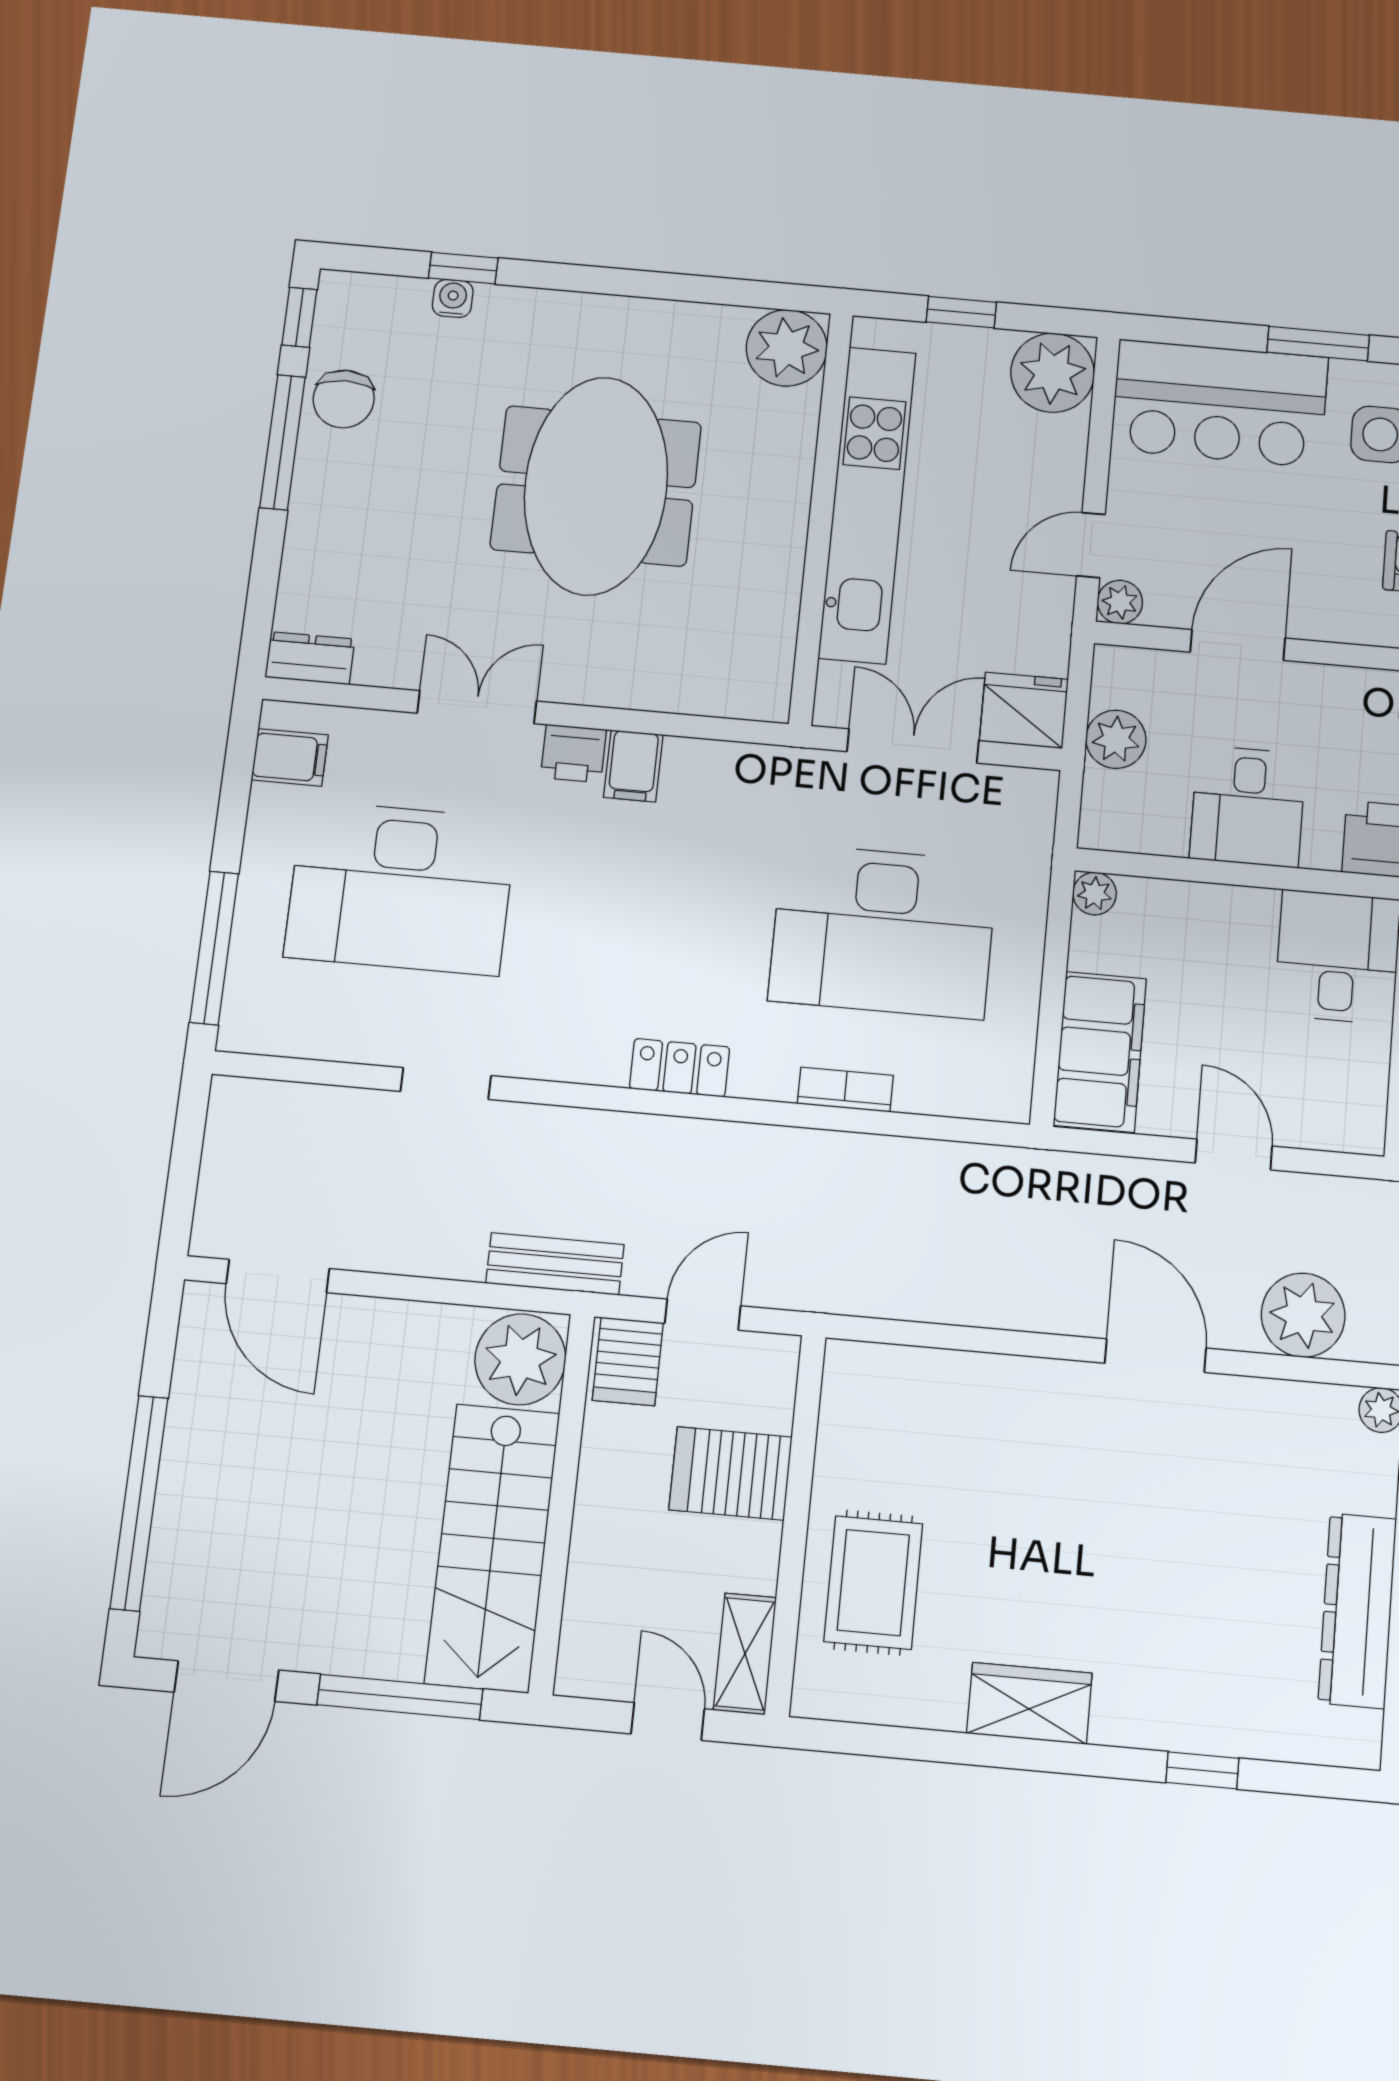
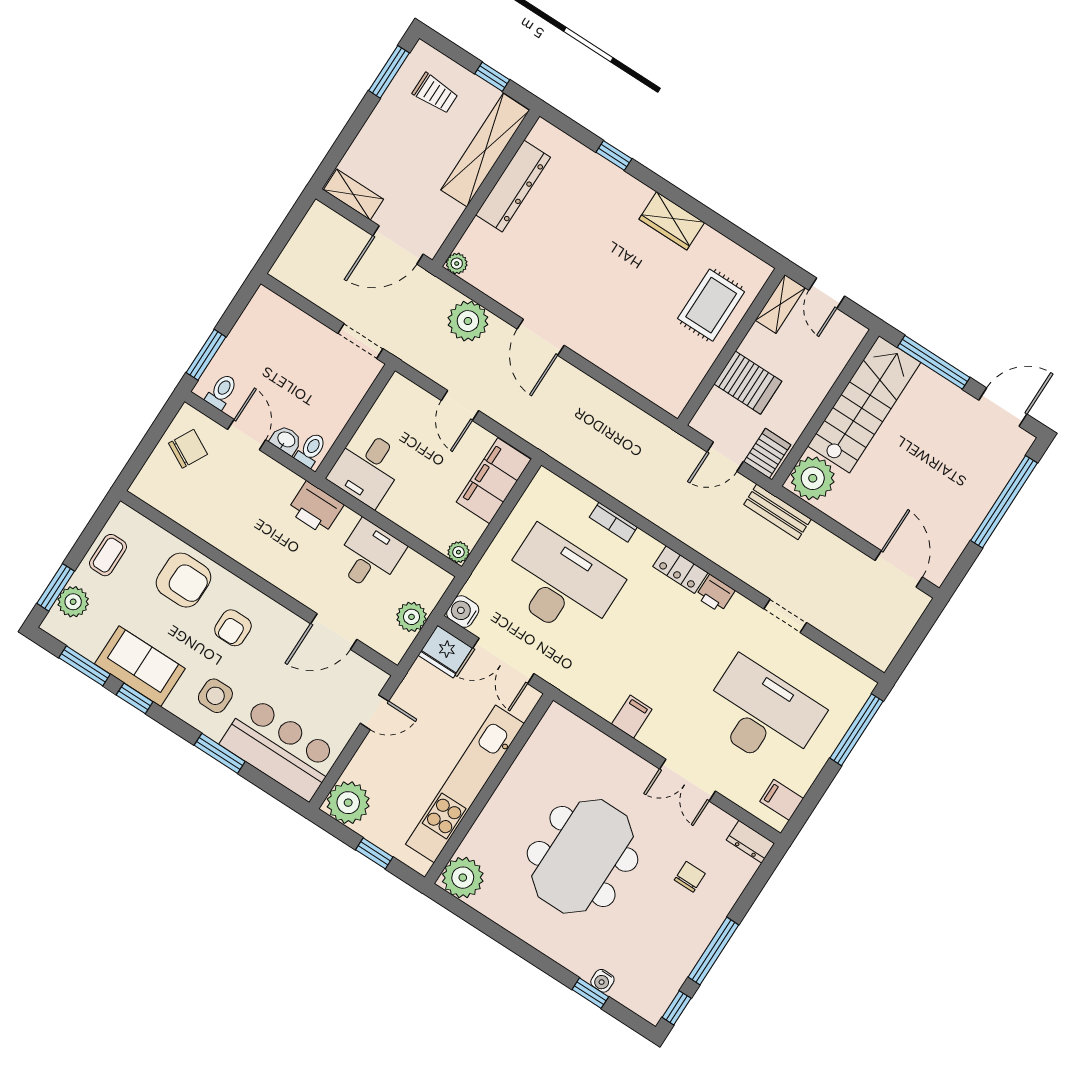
chair: (344, 399) -> (690, 877), moved, width x0.73, depth x0.73
plant: (1120, 602) -> (376, 679), removed
printer: (573, 754) -> (715, 594), moved, turned 180
water cooler: (1031, 794) -> (463, 612), added

